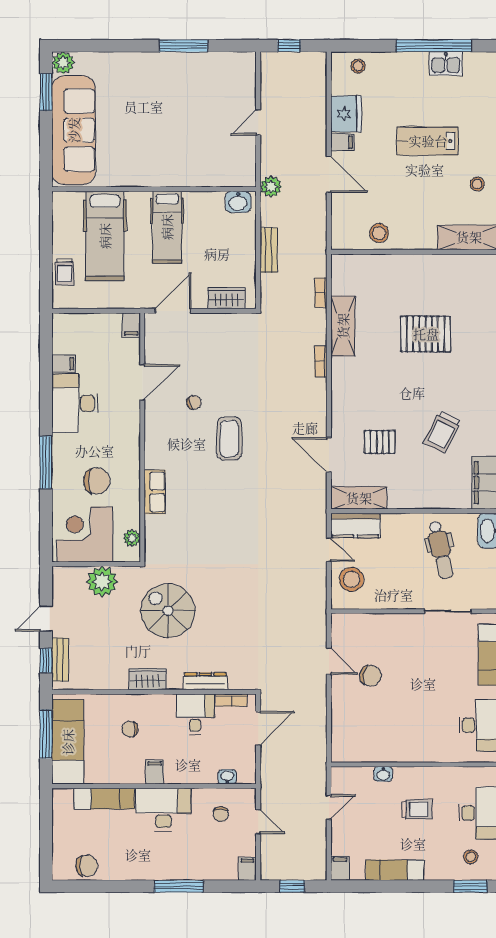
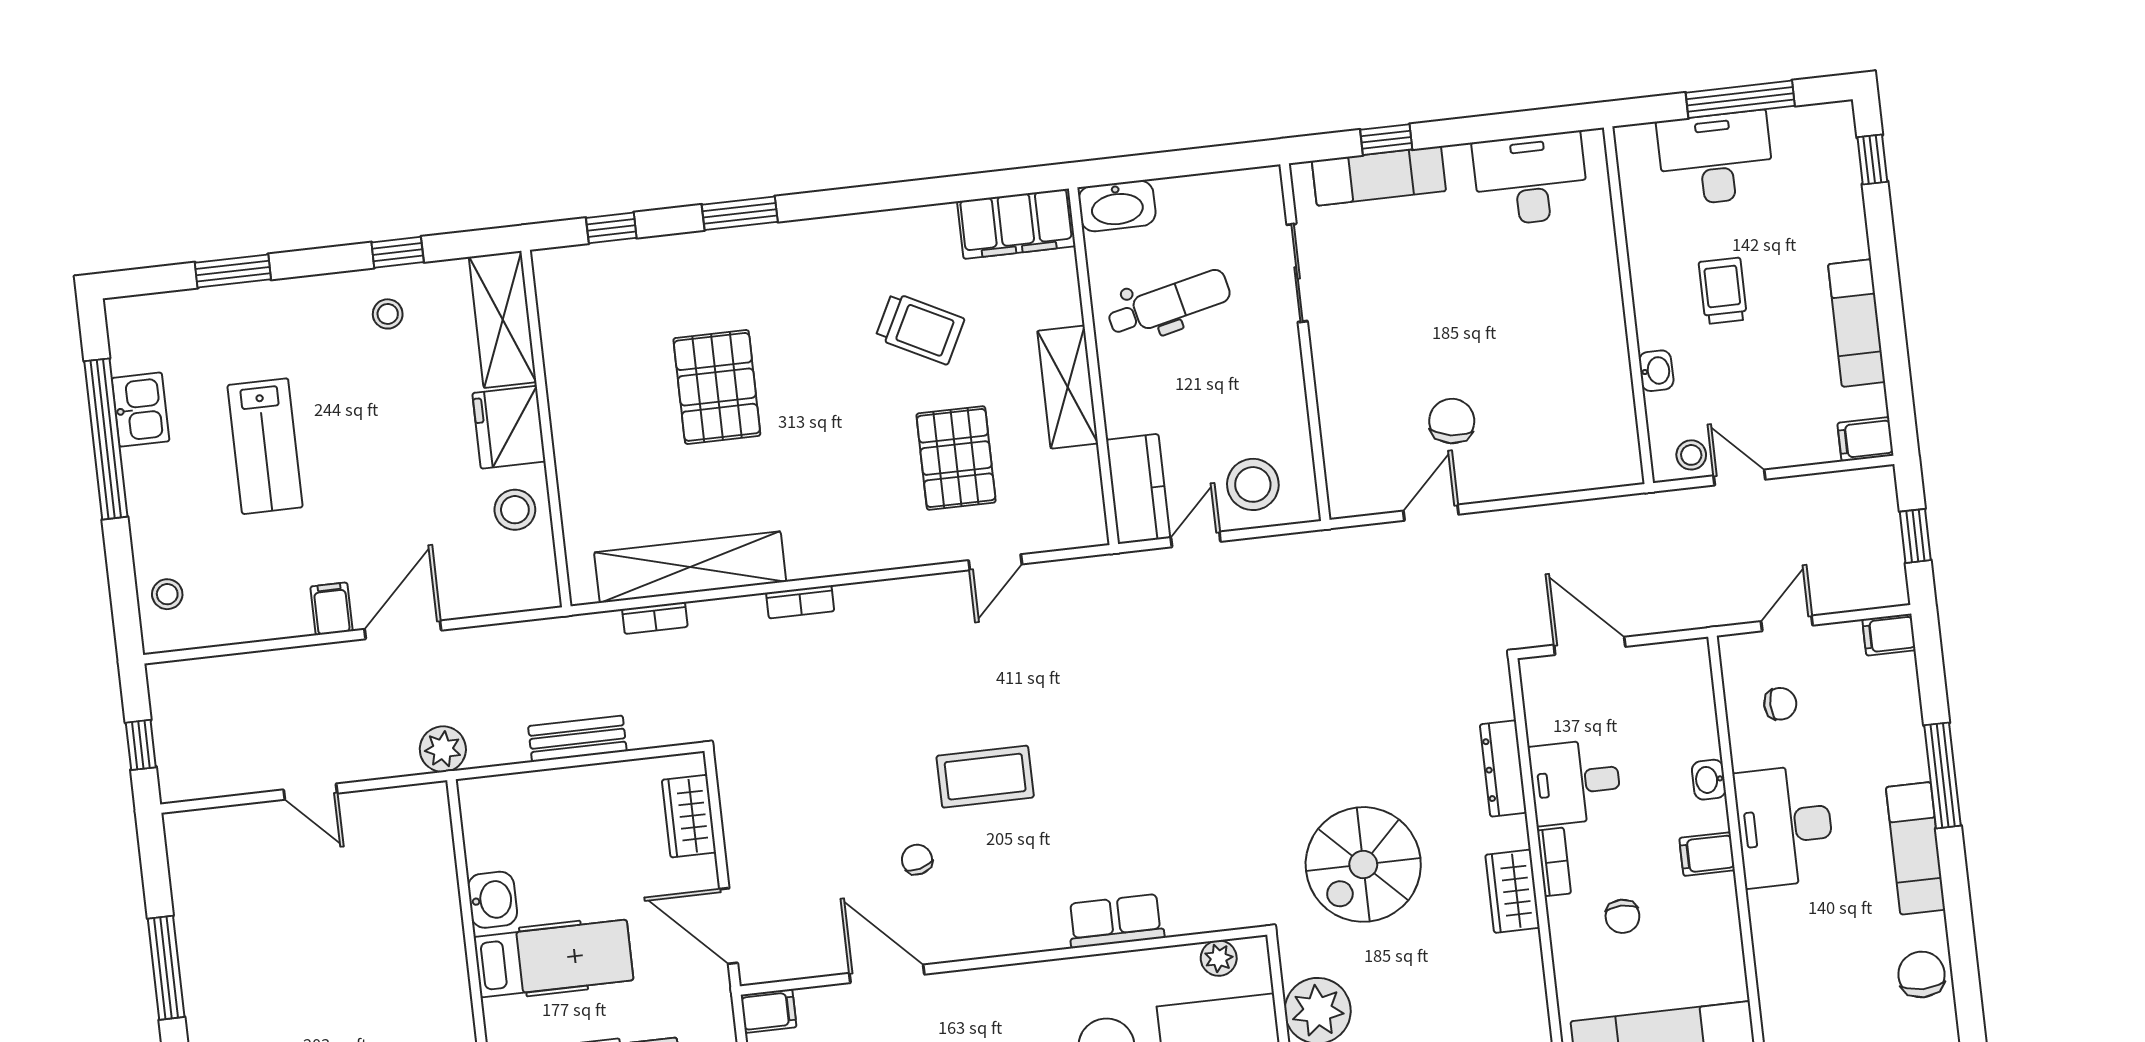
fridge: (346, 114) -> (509, 427), moved, turned -90
lab bench: (428, 141) -> (265, 446), moved
washbasin: (238, 202) -> (492, 900), moved
shelving: (343, 326) -> (690, 567), width x1.47
pallet: (380, 442) -> (956, 458), width x1.50, depth x1.42
door: (329, 455) -> (995, 562), width x0.73
shelving: (359, 498) -> (1068, 387), moved
bookcase: (231, 700) -> (1554, 862), moved
washbasin: (227, 777) -> (1709, 780), moved
exam couch: (104, 799) -> (1916, 848), moved, turned 180
stool: (471, 857) -> (1691, 455), moved
window: (470, 886) -> (1872, 159), width x0.67

